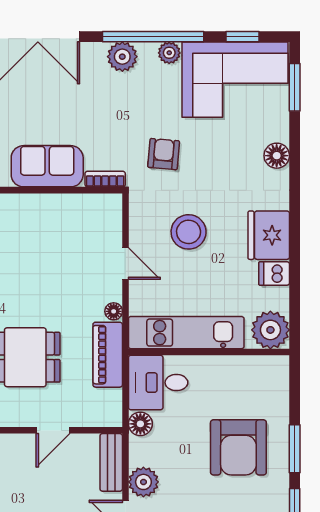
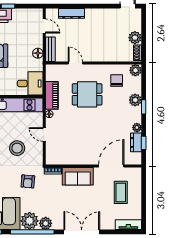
plant: (169, 53) -> (30, 221), width x1.88, depth x1.88
floor lamp: (140, 424) -> (38, 53), moved
door: (53, 430) -> (75, 63), hinge flipped
plant: (143, 482) -> (36, 41), removed

